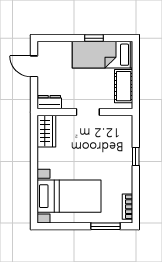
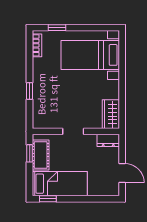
window: (94, 38) -> (48, 199), moved
window: (136, 88) -> (30, 153), added
window: (106, 226) -> (57, 28), width x0.67

